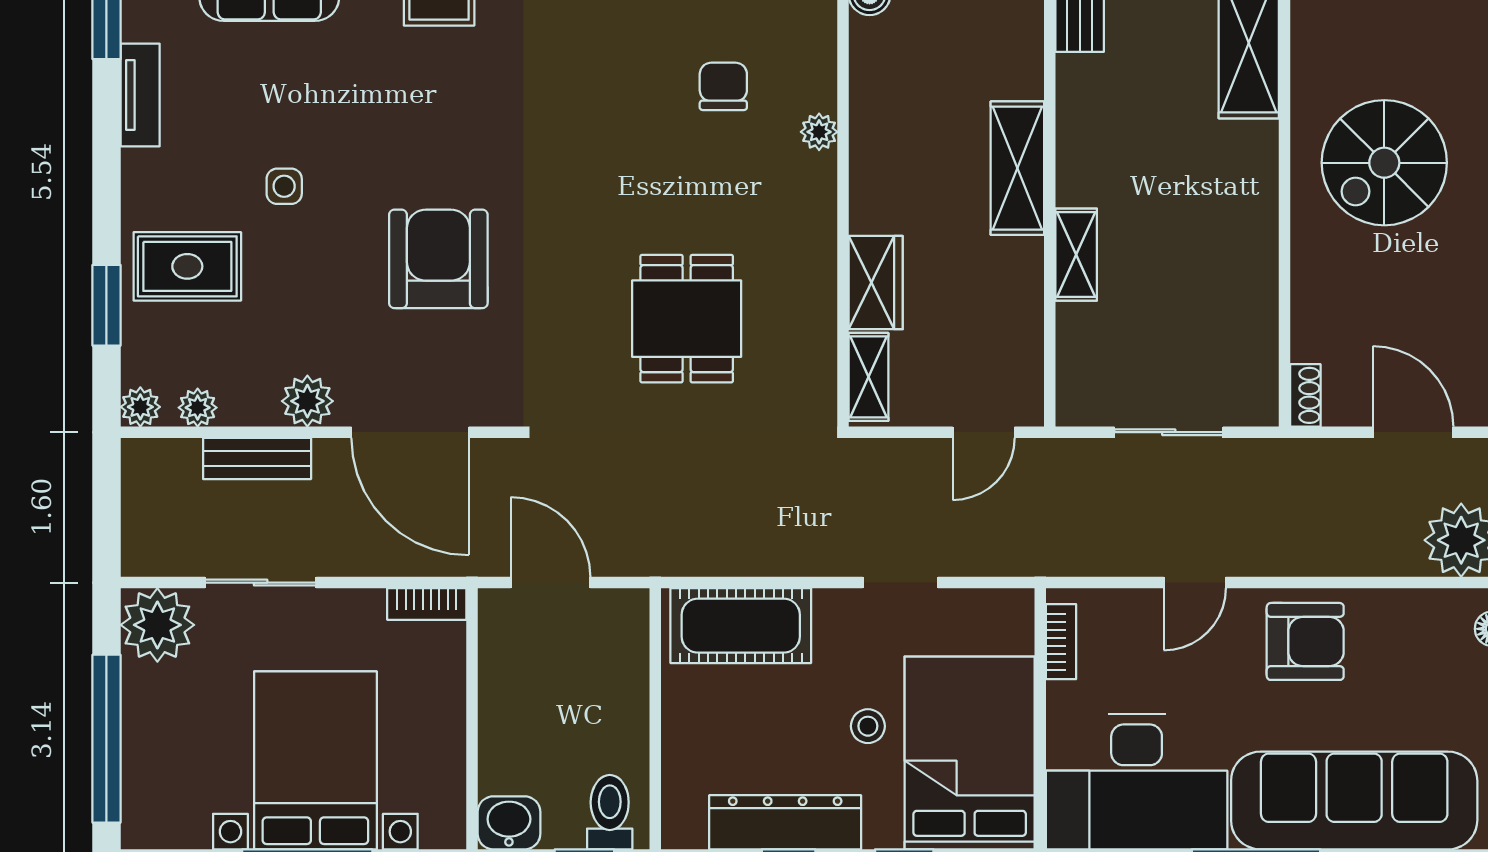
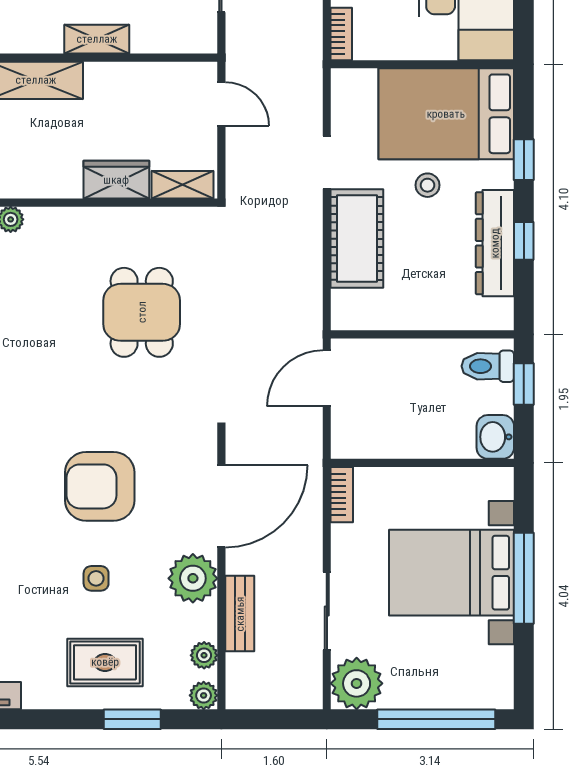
side table: (284, 186) -> (96, 578), moved
rug: (187, 266) -> (105, 662), turned 90
dining table: (687, 319) -> (142, 312), turned 90
plant: (307, 401) -> (193, 578), width x1.36, depth x1.36
door: (550, 583) -> (327, 378), moved
cot: (741, 626) -> (357, 239), moved
bookcase: (1061, 642) -> (341, 34), moved, turned 90

